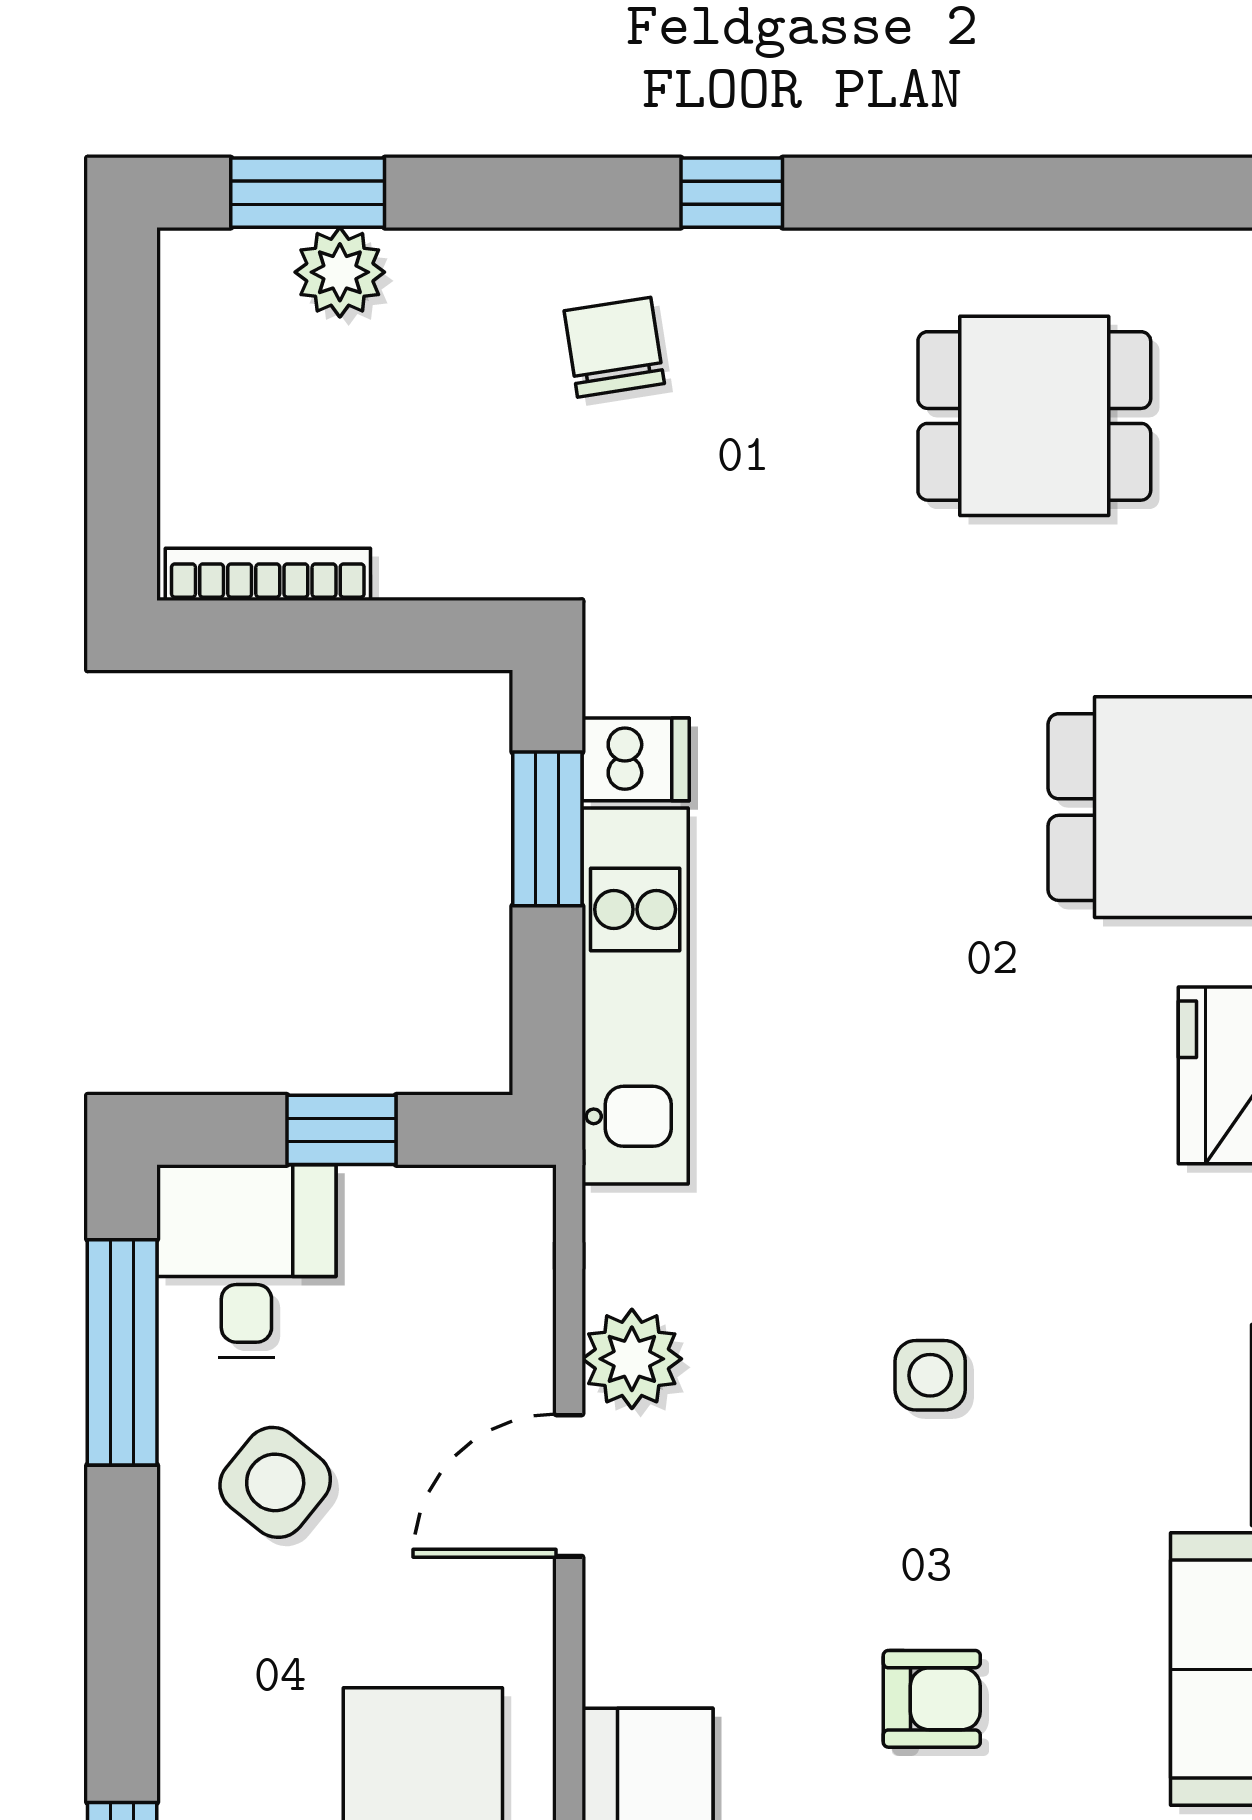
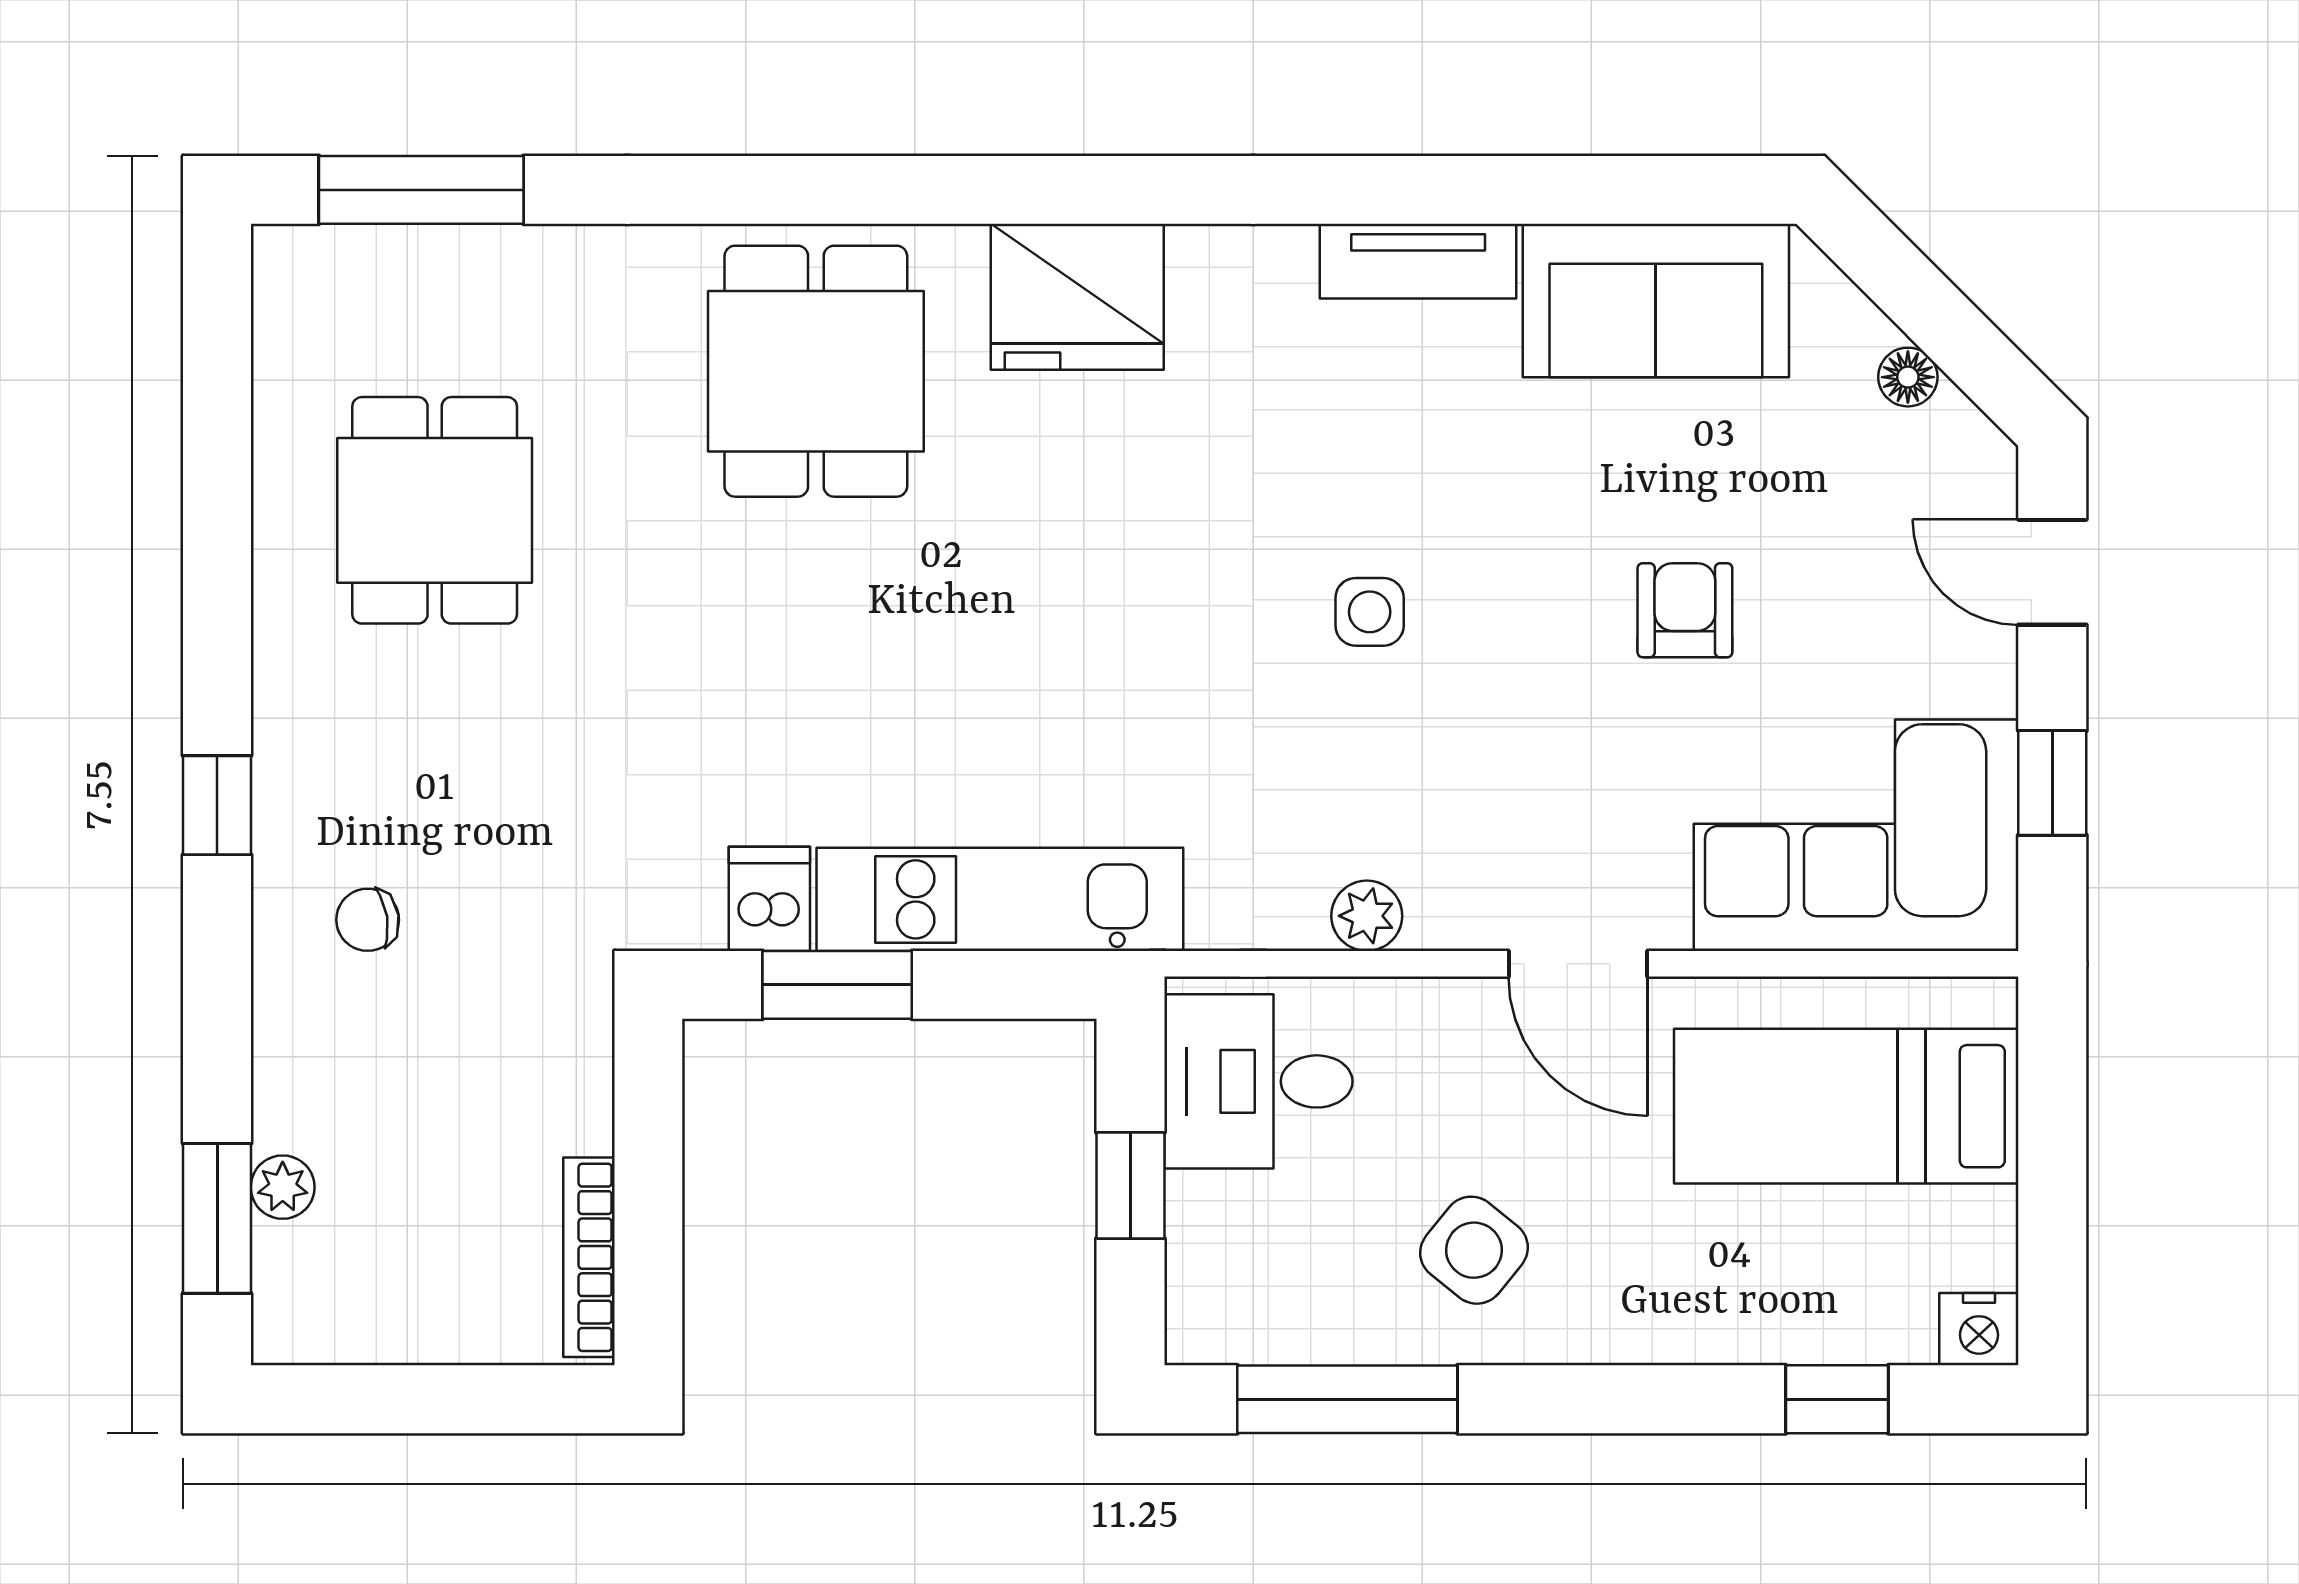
plant: (340, 272) -> (283, 1187), width x0.73, depth x0.73
chair: (614, 347) -> (368, 920), width x0.73, depth x0.73
desk: (246, 1261) -> (1258, 1081), moved
plant: (632, 1359) -> (1367, 916), width x0.73, depth x0.73
door: (569, 1486) -> (1578, 964), moved

